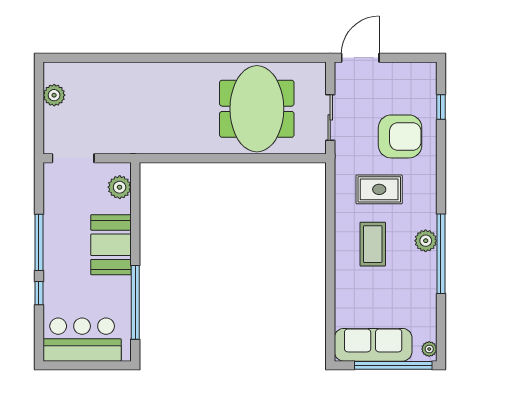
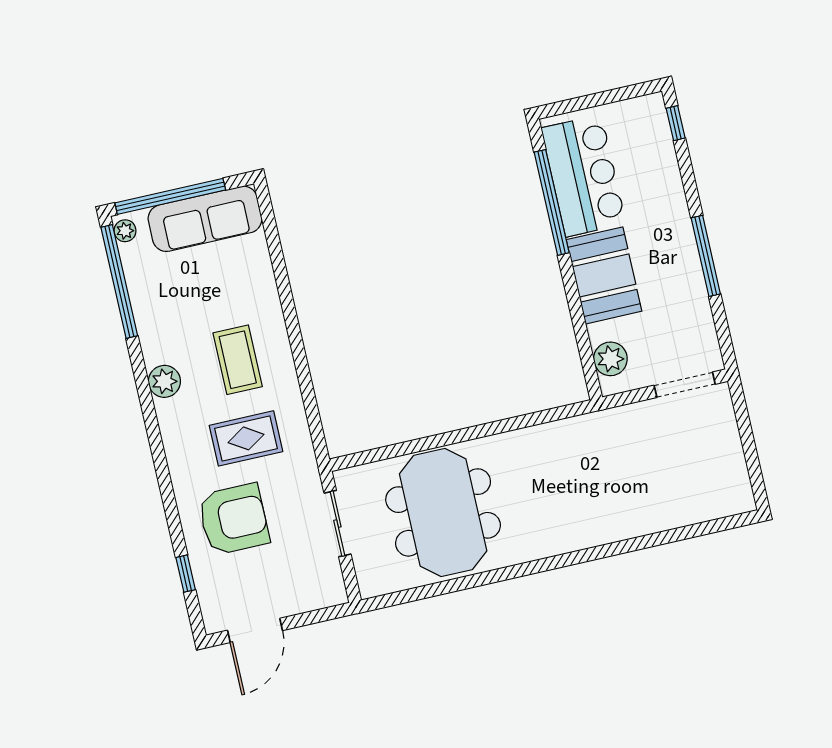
door: (360, 58) -> (255, 630), moved
plant: (54, 95) -> (731, 467), removed
armchair: (400, 136) -> (234, 519), turned 180
window: (441, 254) -> (119, 281), moved
window: (39, 293) -> (676, 123), moved
bar counter: (82, 340) -> (584, 176), moved, turned -90

